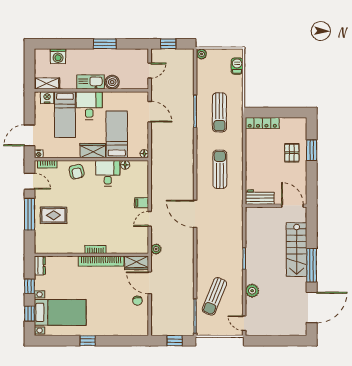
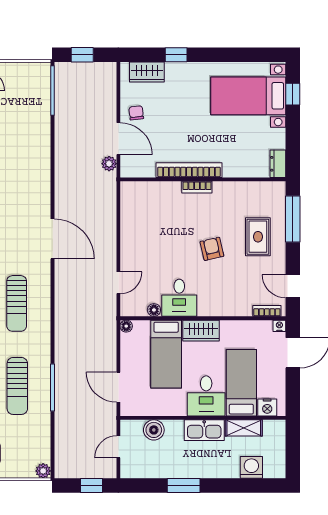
boiler: (112, 82) -> (154, 430), moved
shelving: (47, 84) -> (244, 428), moved
sun lounger: (219, 112) -> (17, 386), turned 180
armchair: (77, 172) -> (212, 249), moved
filing cabinet: (142, 203) -> (130, 255), removed
window: (30, 214) -> (293, 219), moved
rug: (53, 215) -> (258, 237), turned 90
door: (150, 219) -> (118, 283), moved
plant: (156, 249) -> (109, 164), moved
wardrobe: (137, 263) -> (147, 72), moved, turned 180
window: (30, 286) -> (293, 134), removed
sun lounger: (214, 296) -> (24, 119), removed
window: (88, 341) -> (176, 55), moved

